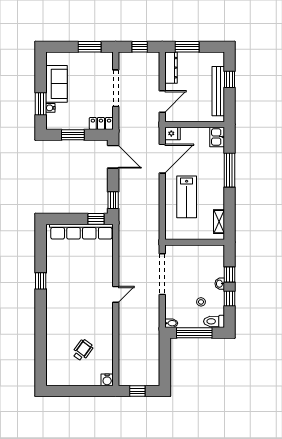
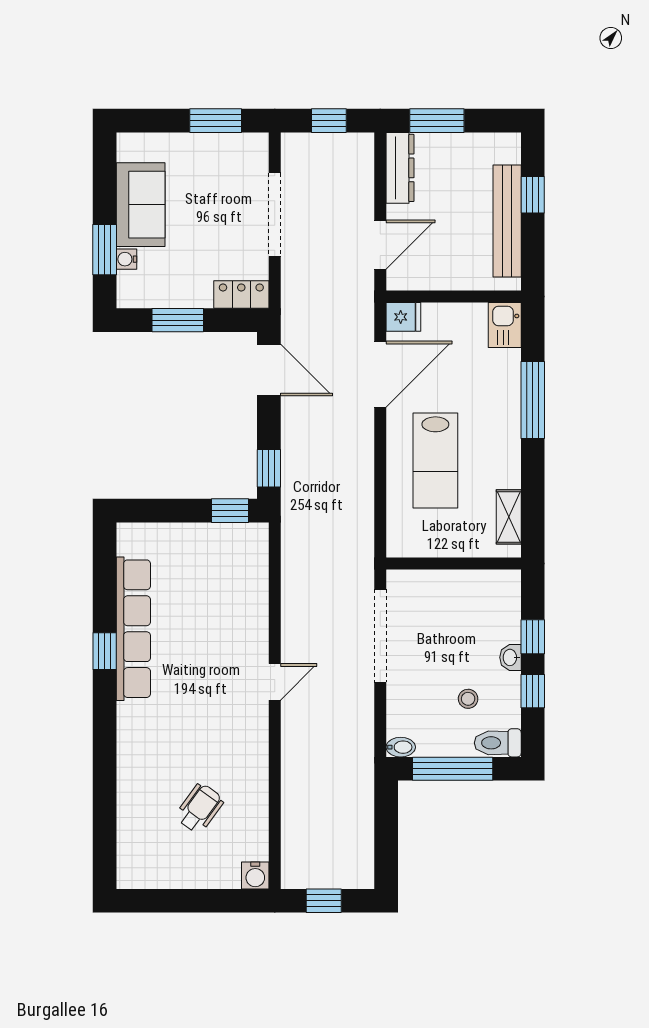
row of seats: (81, 232) -> (133, 629), moved, turned -90

